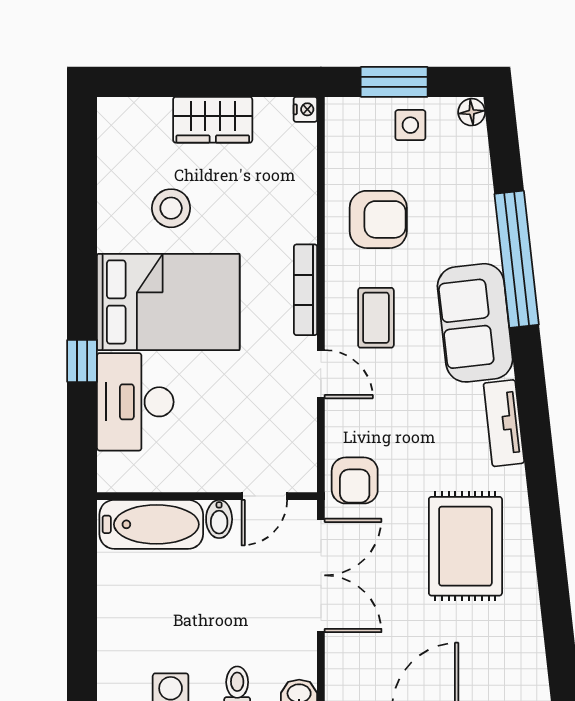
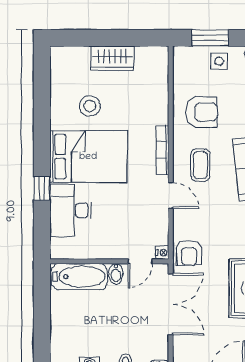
nightstand: (305, 109) -> (162, 253), moved

